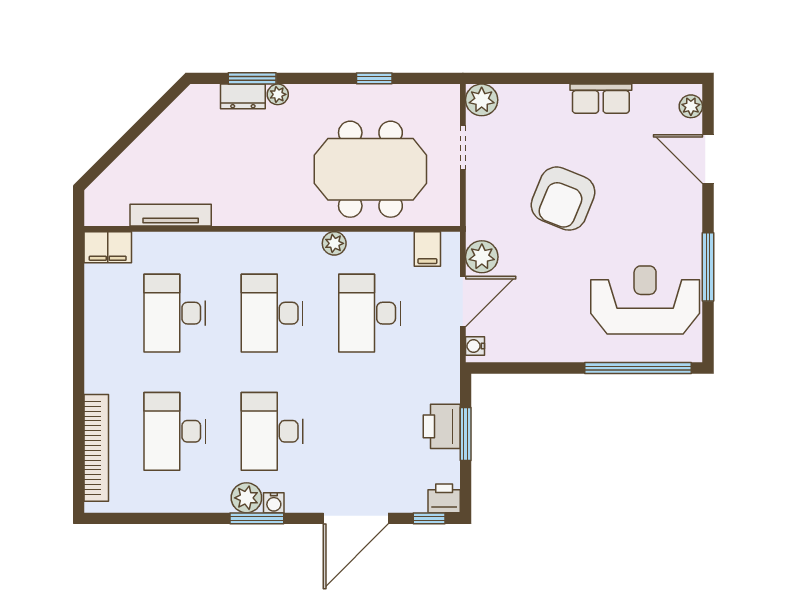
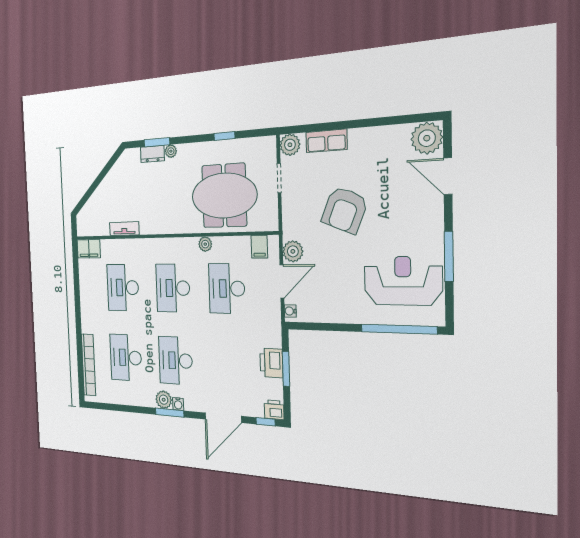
row of seats: (601, 99) -> (326, 141), moved
plant: (691, 106) -> (427, 138), width x1.87, depth x1.87
tv unit: (171, 215) -> (124, 229), width x0.71

